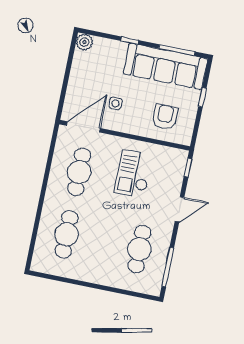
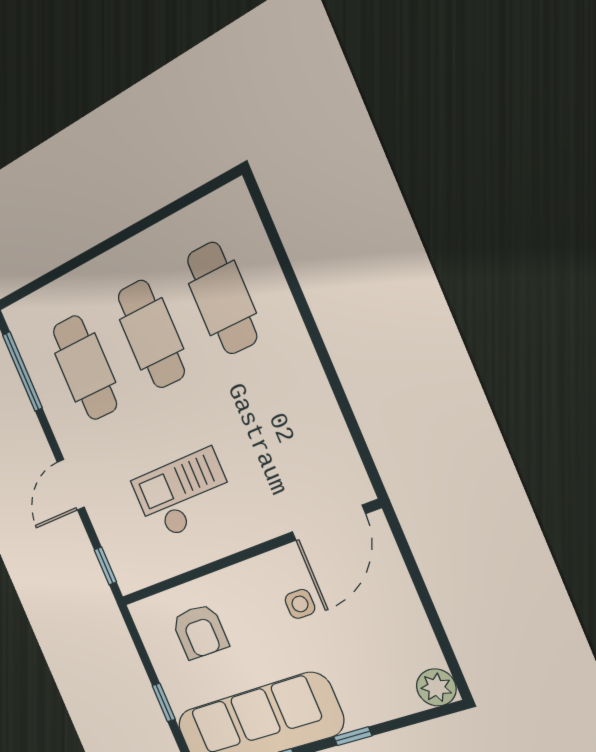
cafe table: (79, 172) -> (151, 334), moved
checkout: (133, 174) -> (183, 495), turned -90

